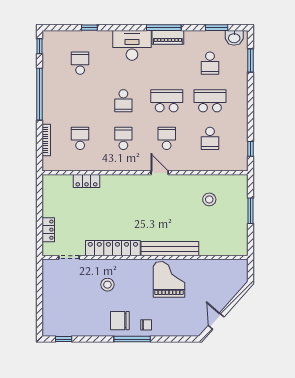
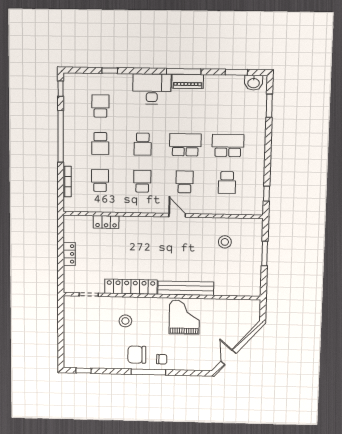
school desk: (210, 63) -> (100, 144), moved
locker: (48, 230) -> (69, 254), moved

